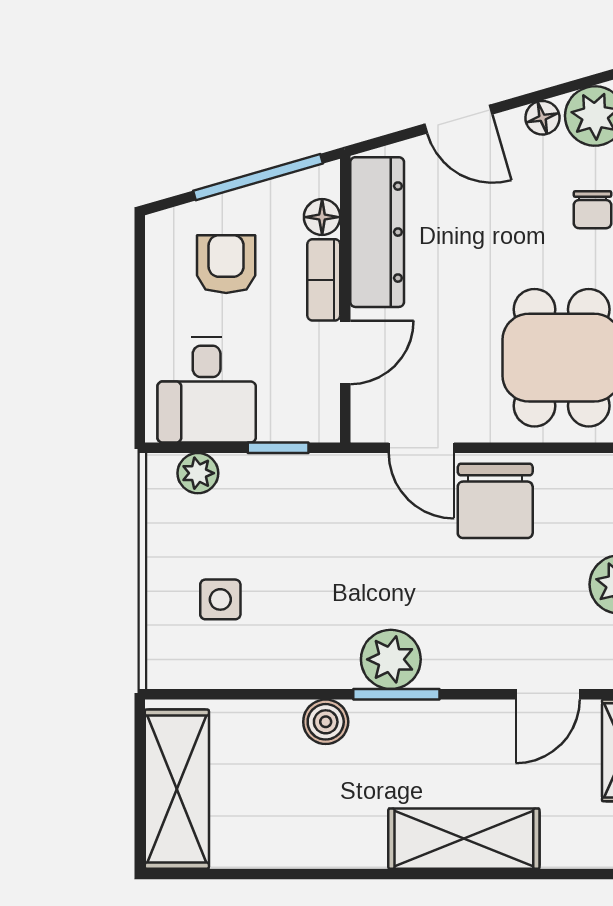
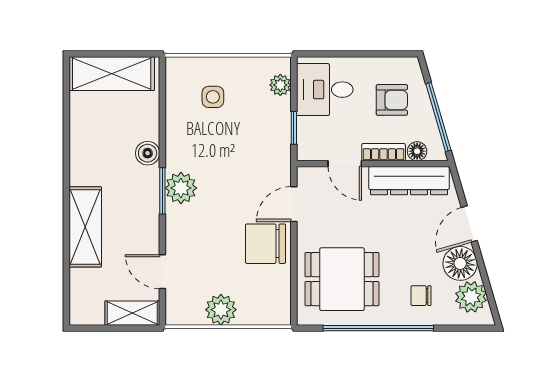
floor lamp: (542, 118) -> (460, 263), width x1.89, depth x1.89

